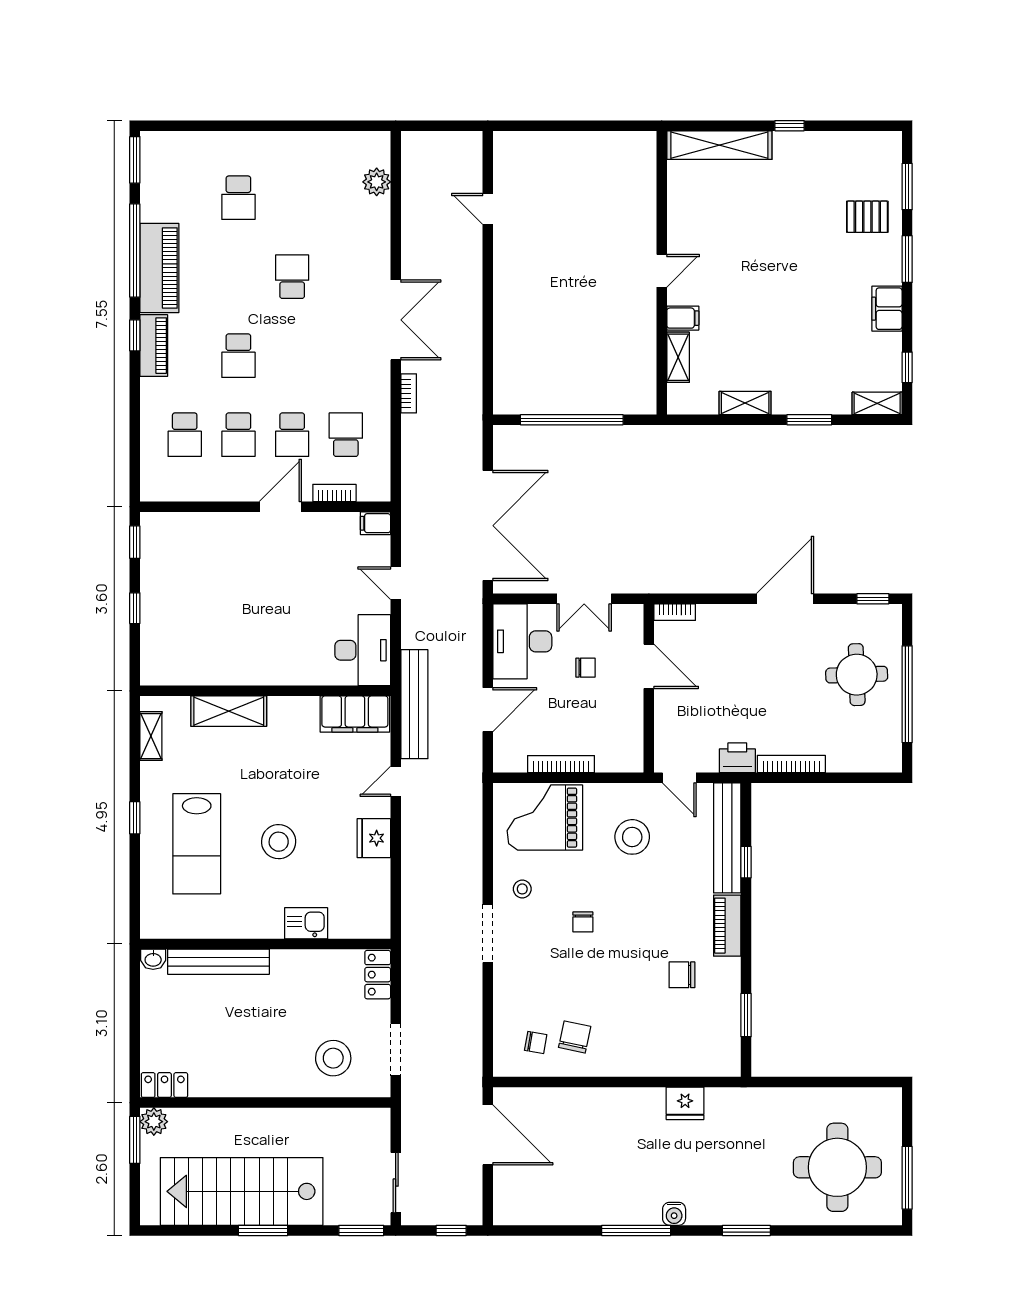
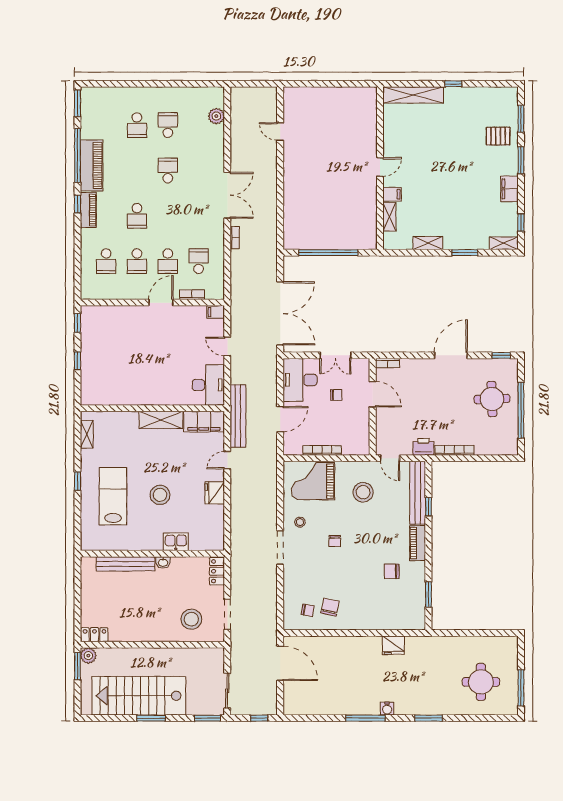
school desk: (292, 198) -> (168, 125), added
shelving: (229, 711) -> (161, 420), moved
lab bench: (197, 844) -> (113, 496), turned 180
washbasin: (153, 959) -> (163, 562), moved
round table: (837, 1167) -> (481, 682), width x0.73, depth x0.73

